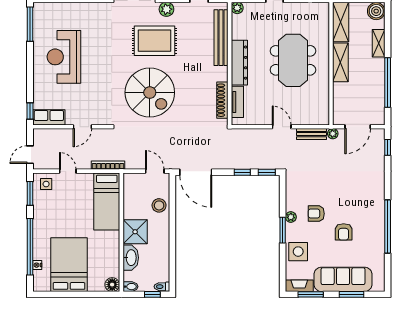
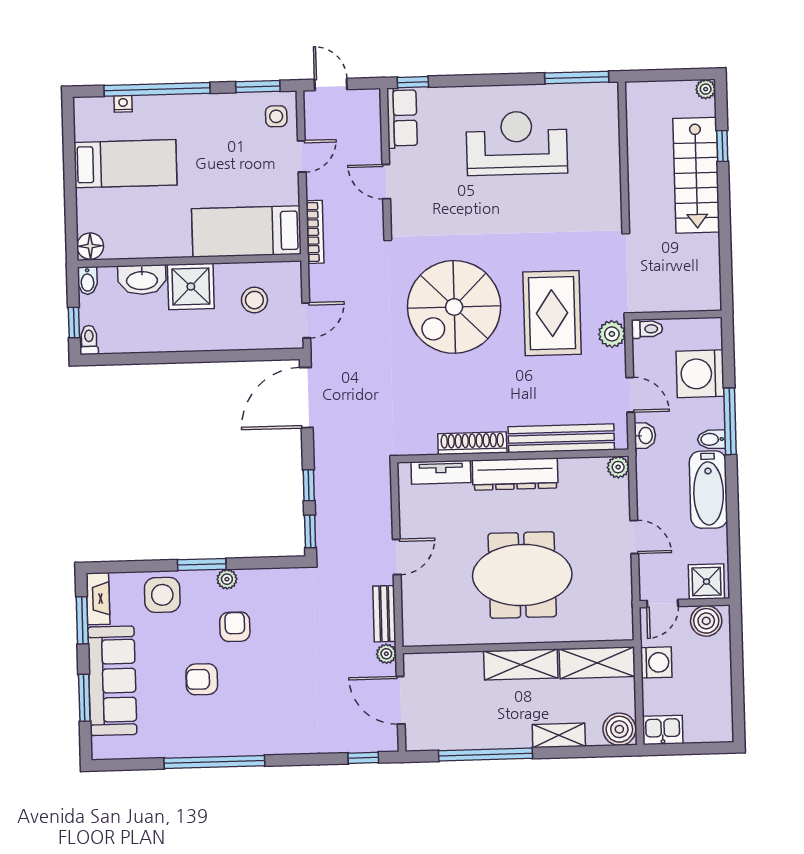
shoe rack: (222, 100) -> (472, 443), moved
stool: (159, 205) -> (254, 300), moved
bed: (69, 265) -> (125, 164), width x0.67

